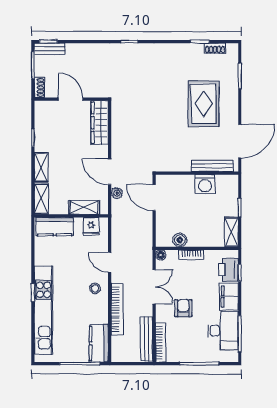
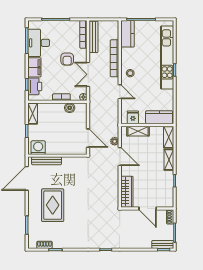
washing machine: (205, 184) -> (38, 148), moved

